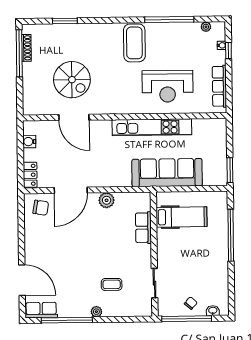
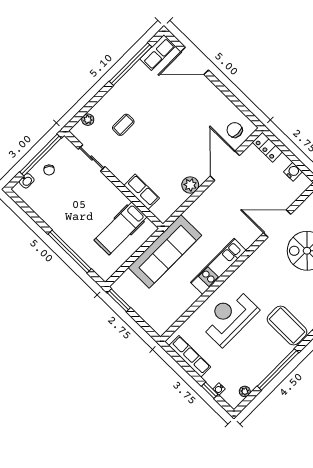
kitchen unit: (152, 127) -> (218, 266), width x0.73
chair: (41, 208) -> (235, 130), turned 81
plant: (96, 312) -> (88, 120), moved

